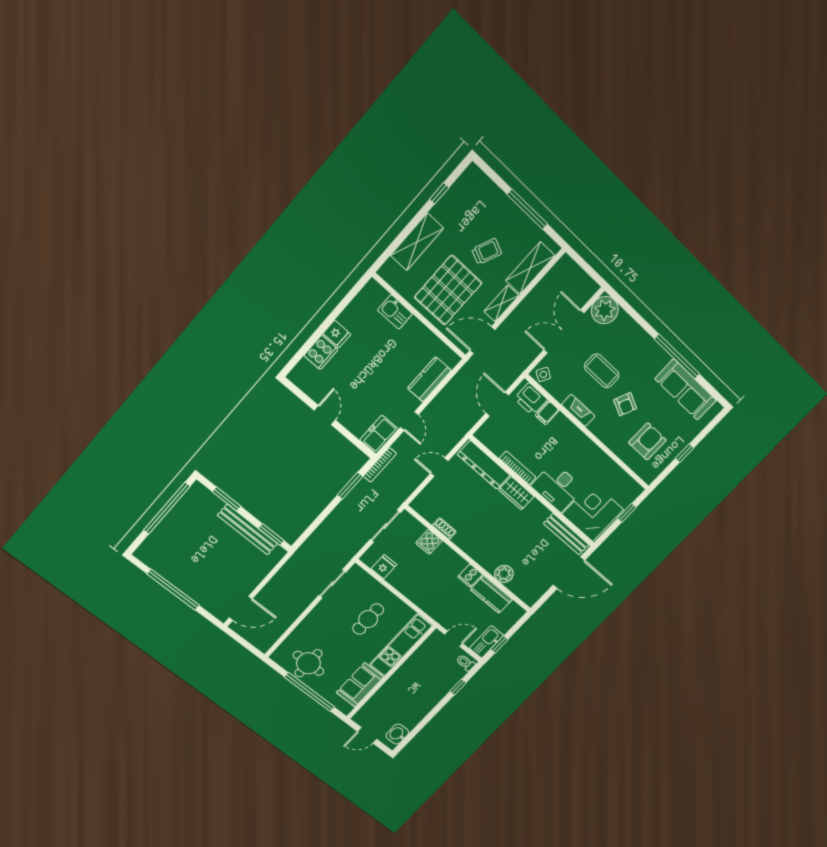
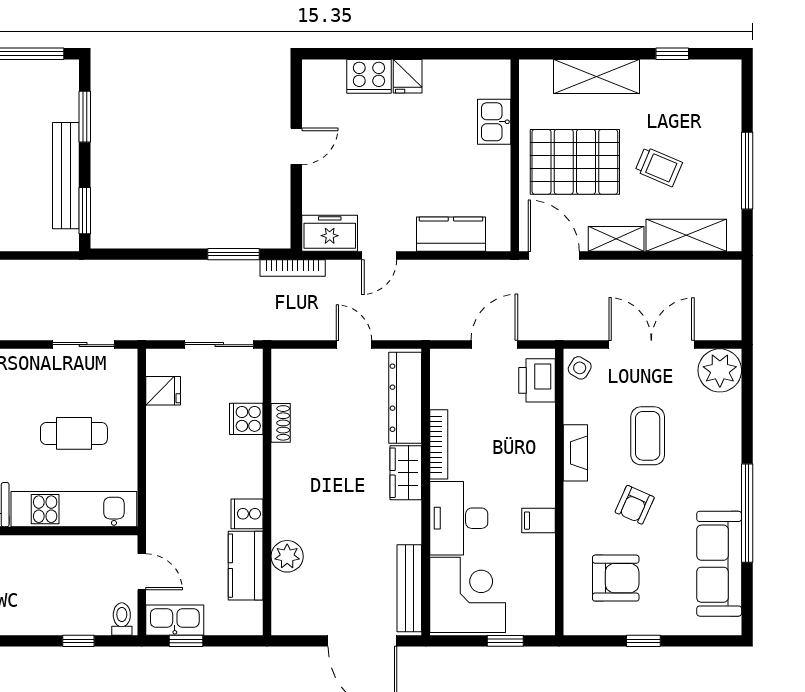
filing cabinet: (547, 413) -> (539, 521), moved

